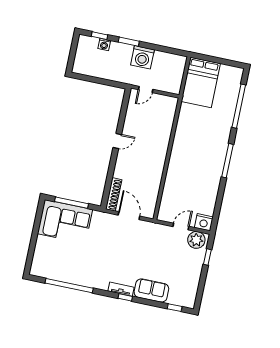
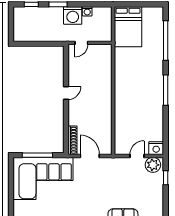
washing machine: (104, 45) -> (87, 11), moved
corner sofa: (65, 222) -> (43, 178), width x1.36, depth x1.36

